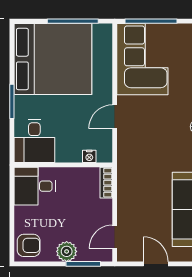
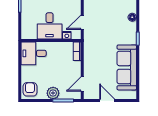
door: (115, 117) -> (82, 22), moved
desk: (34, 141) -> (50, 26), moved
armchair: (29, 245) -> (30, 89), turned -90

